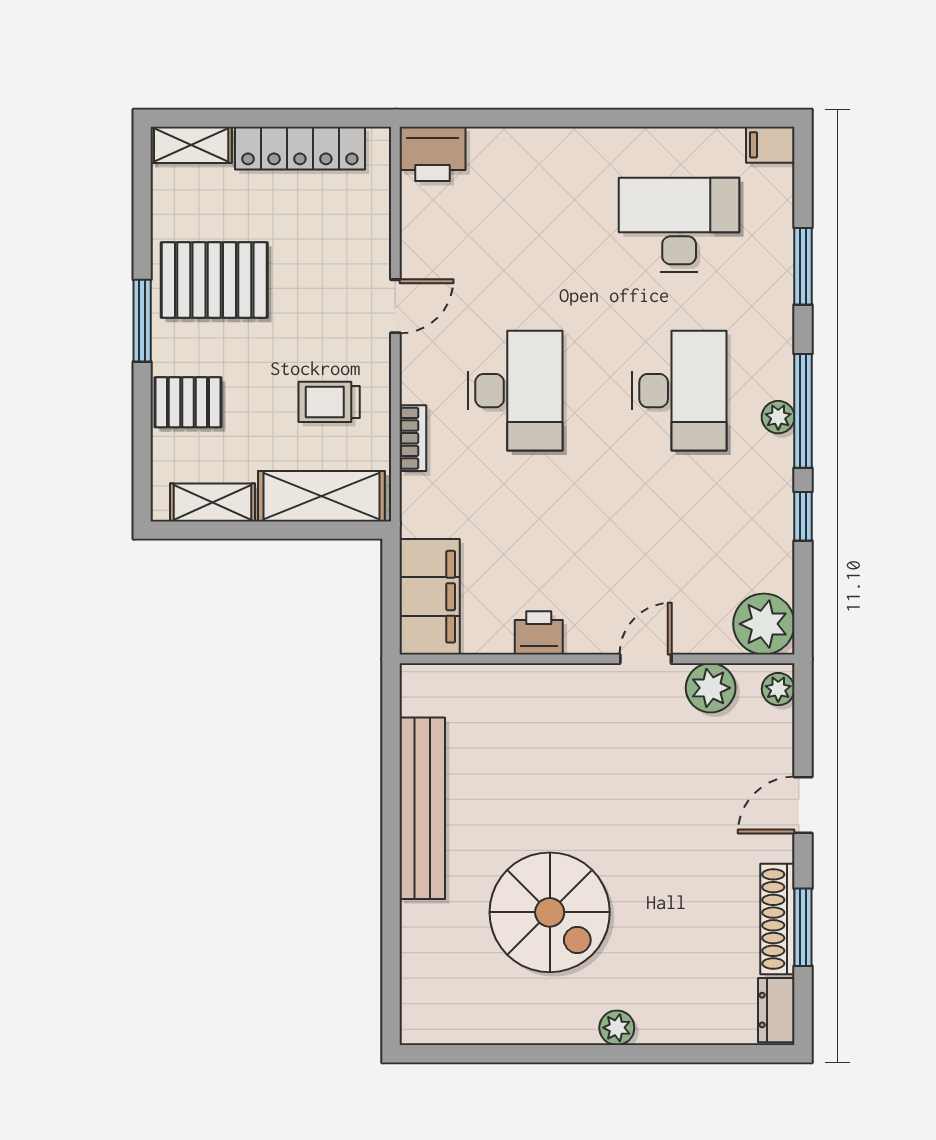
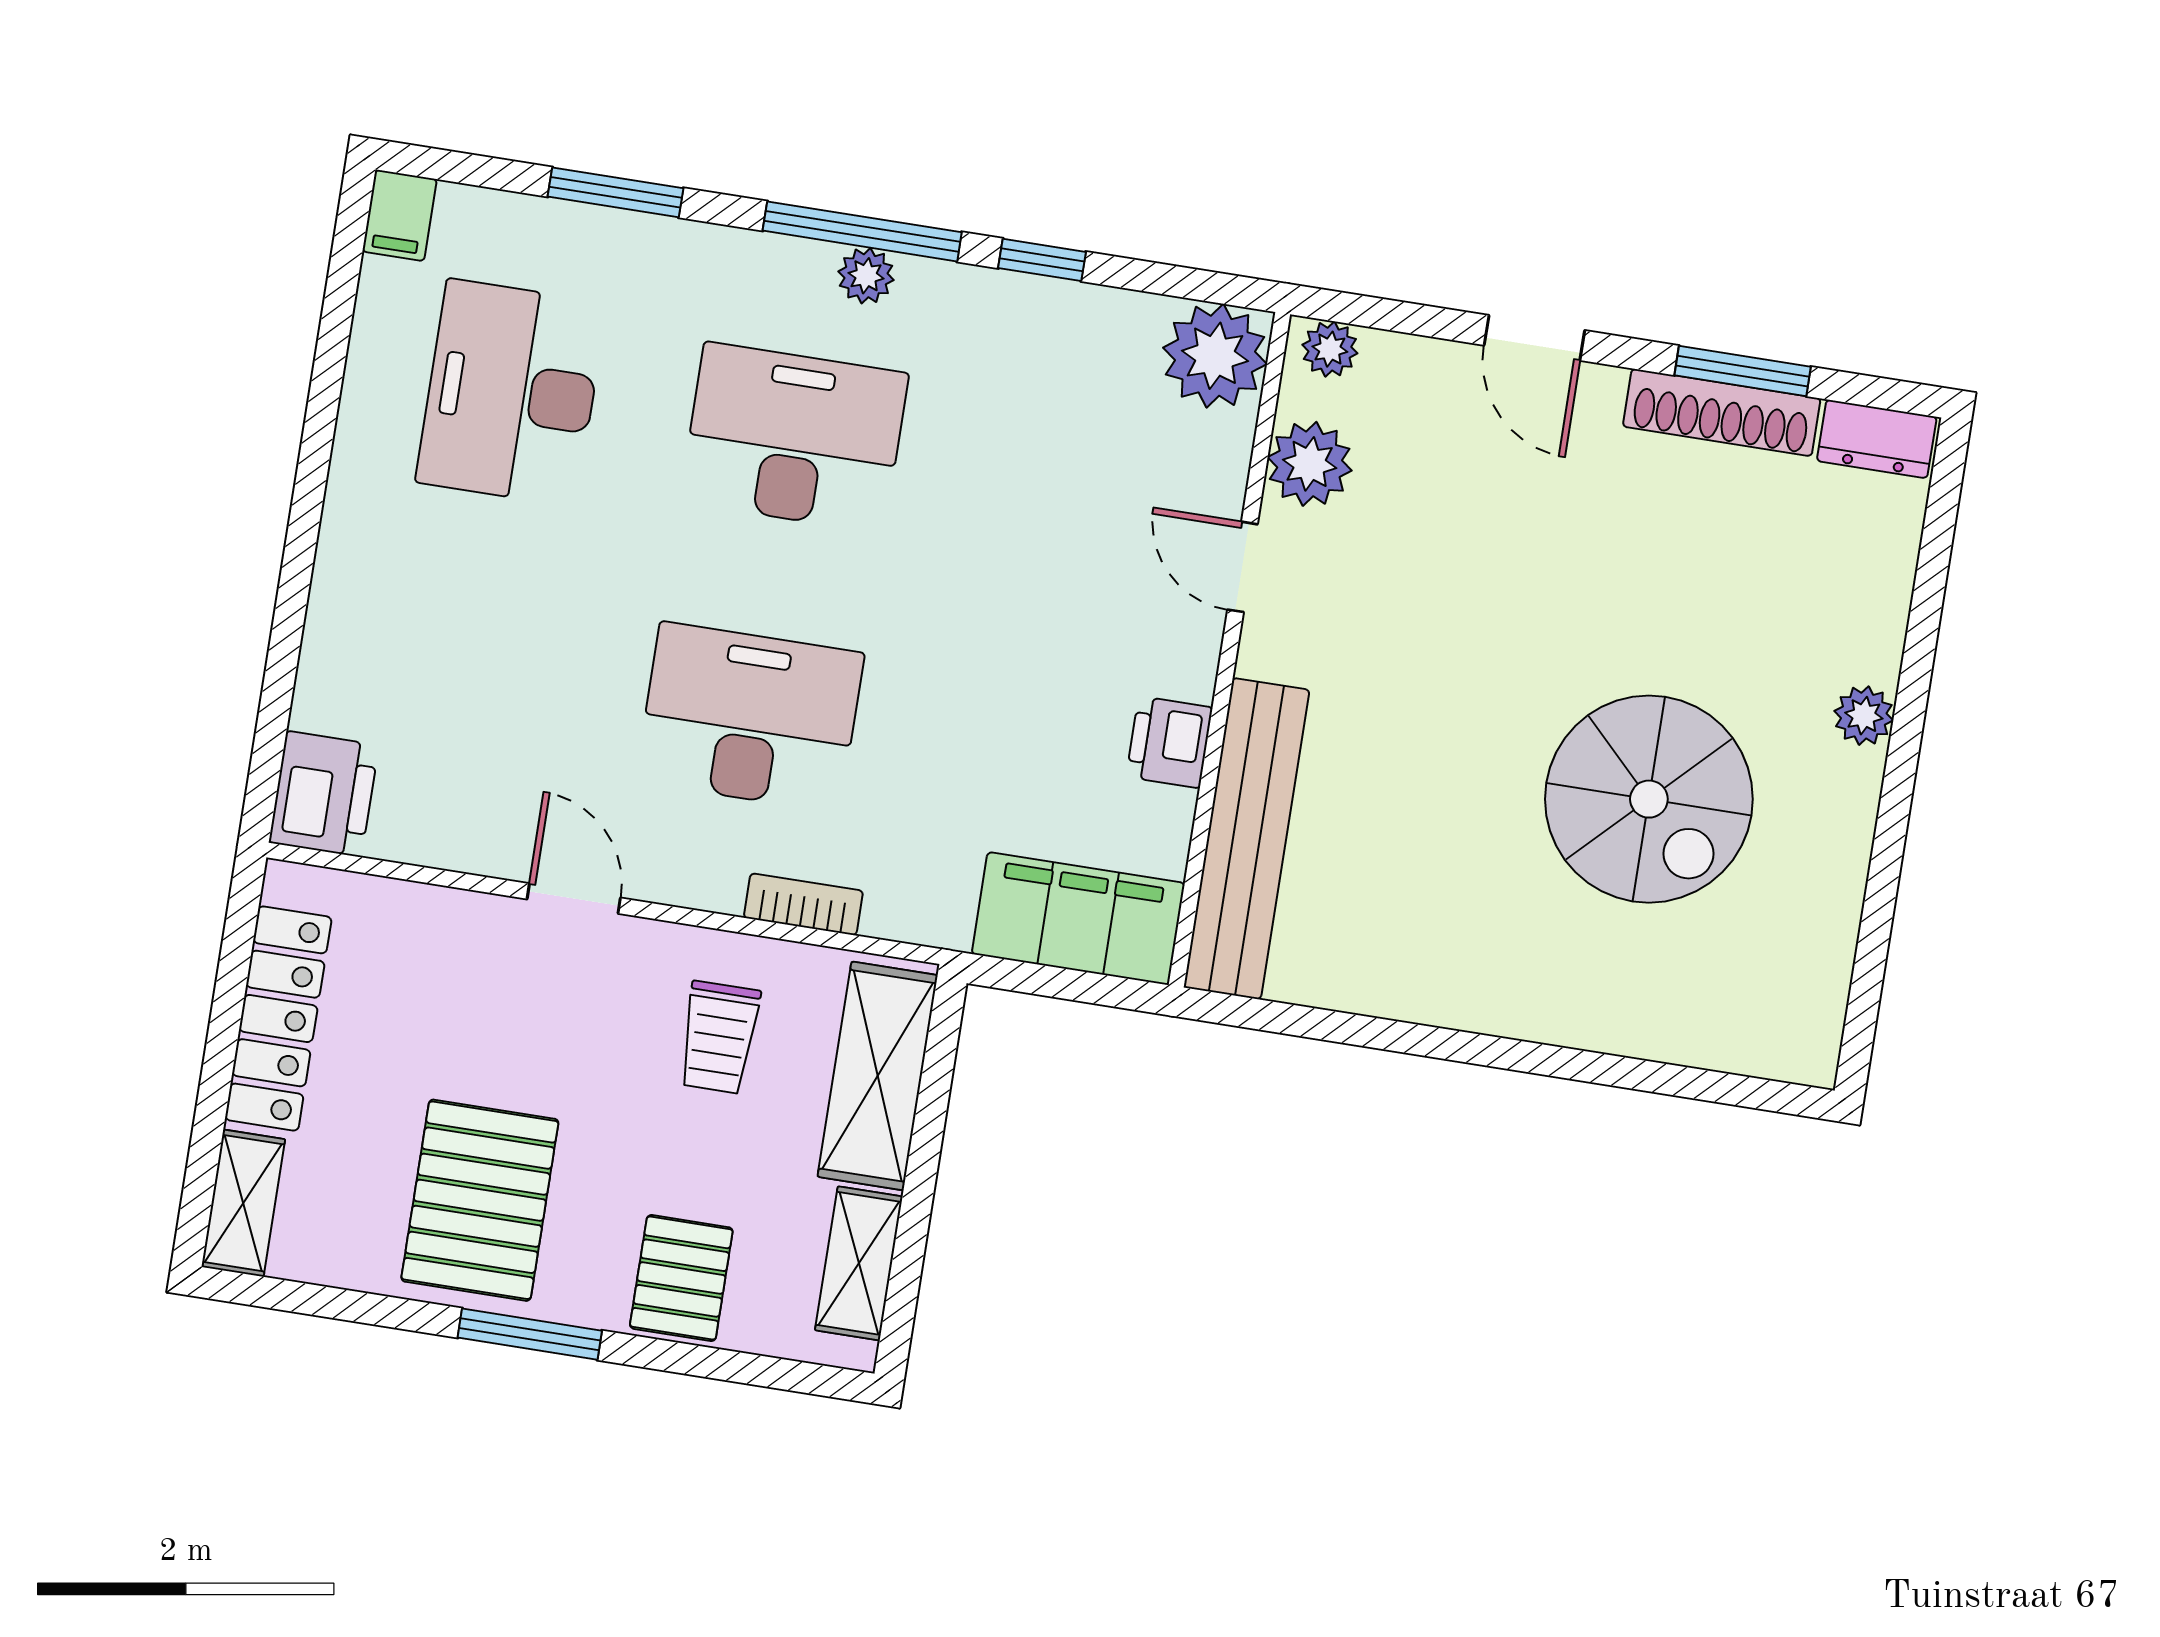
bench: (422, 808) -> (1247, 839), moved, turned 90
spiral stairs: (550, 912) -> (1649, 799), turned 90

